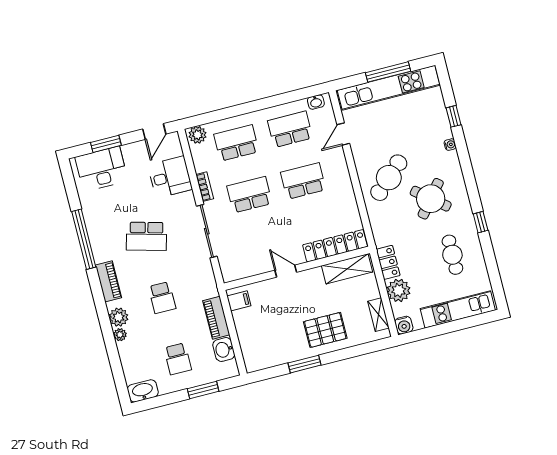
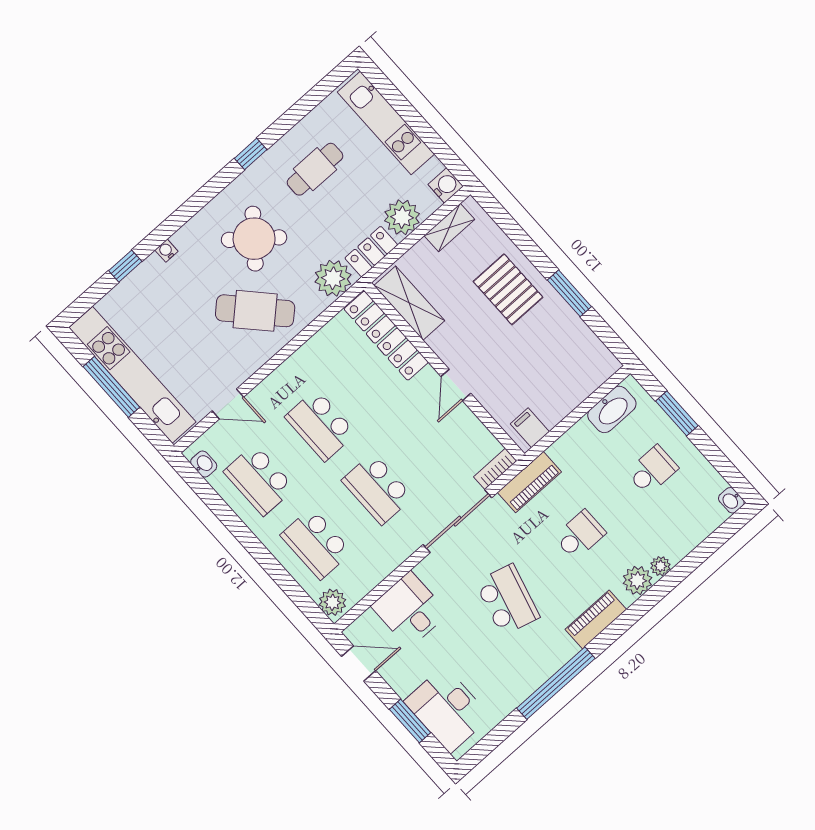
bookcase: (205, 187) -> (495, 469), moved
plant: (384, 232) -> (333, 278), added
piano: (216, 318) -> (529, 482), moved
washbasin: (224, 349) -> (612, 409), width x1.38
washbasin: (143, 391) -> (731, 500), width x0.52, depth x0.69

